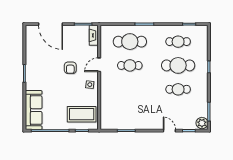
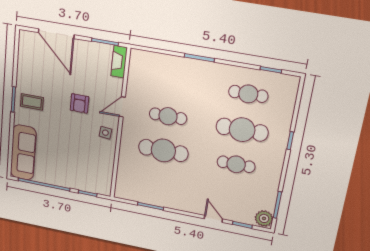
cafe table: (130, 42) -> (163, 150), moved
coffee table: (82, 114) -> (32, 102), moved, width x0.54, depth x0.58

